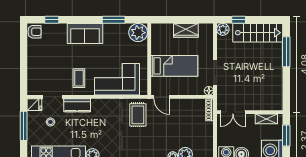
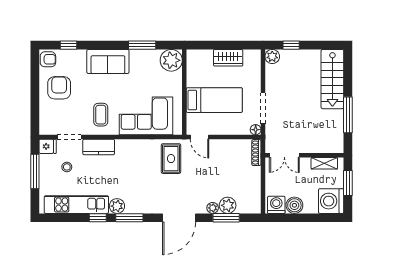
stairs: (258, 33) -> (332, 79), moved, turned 90
window: (286, 52) -> (348, 115), moved
armchair: (44, 56) -> (59, 88), added

